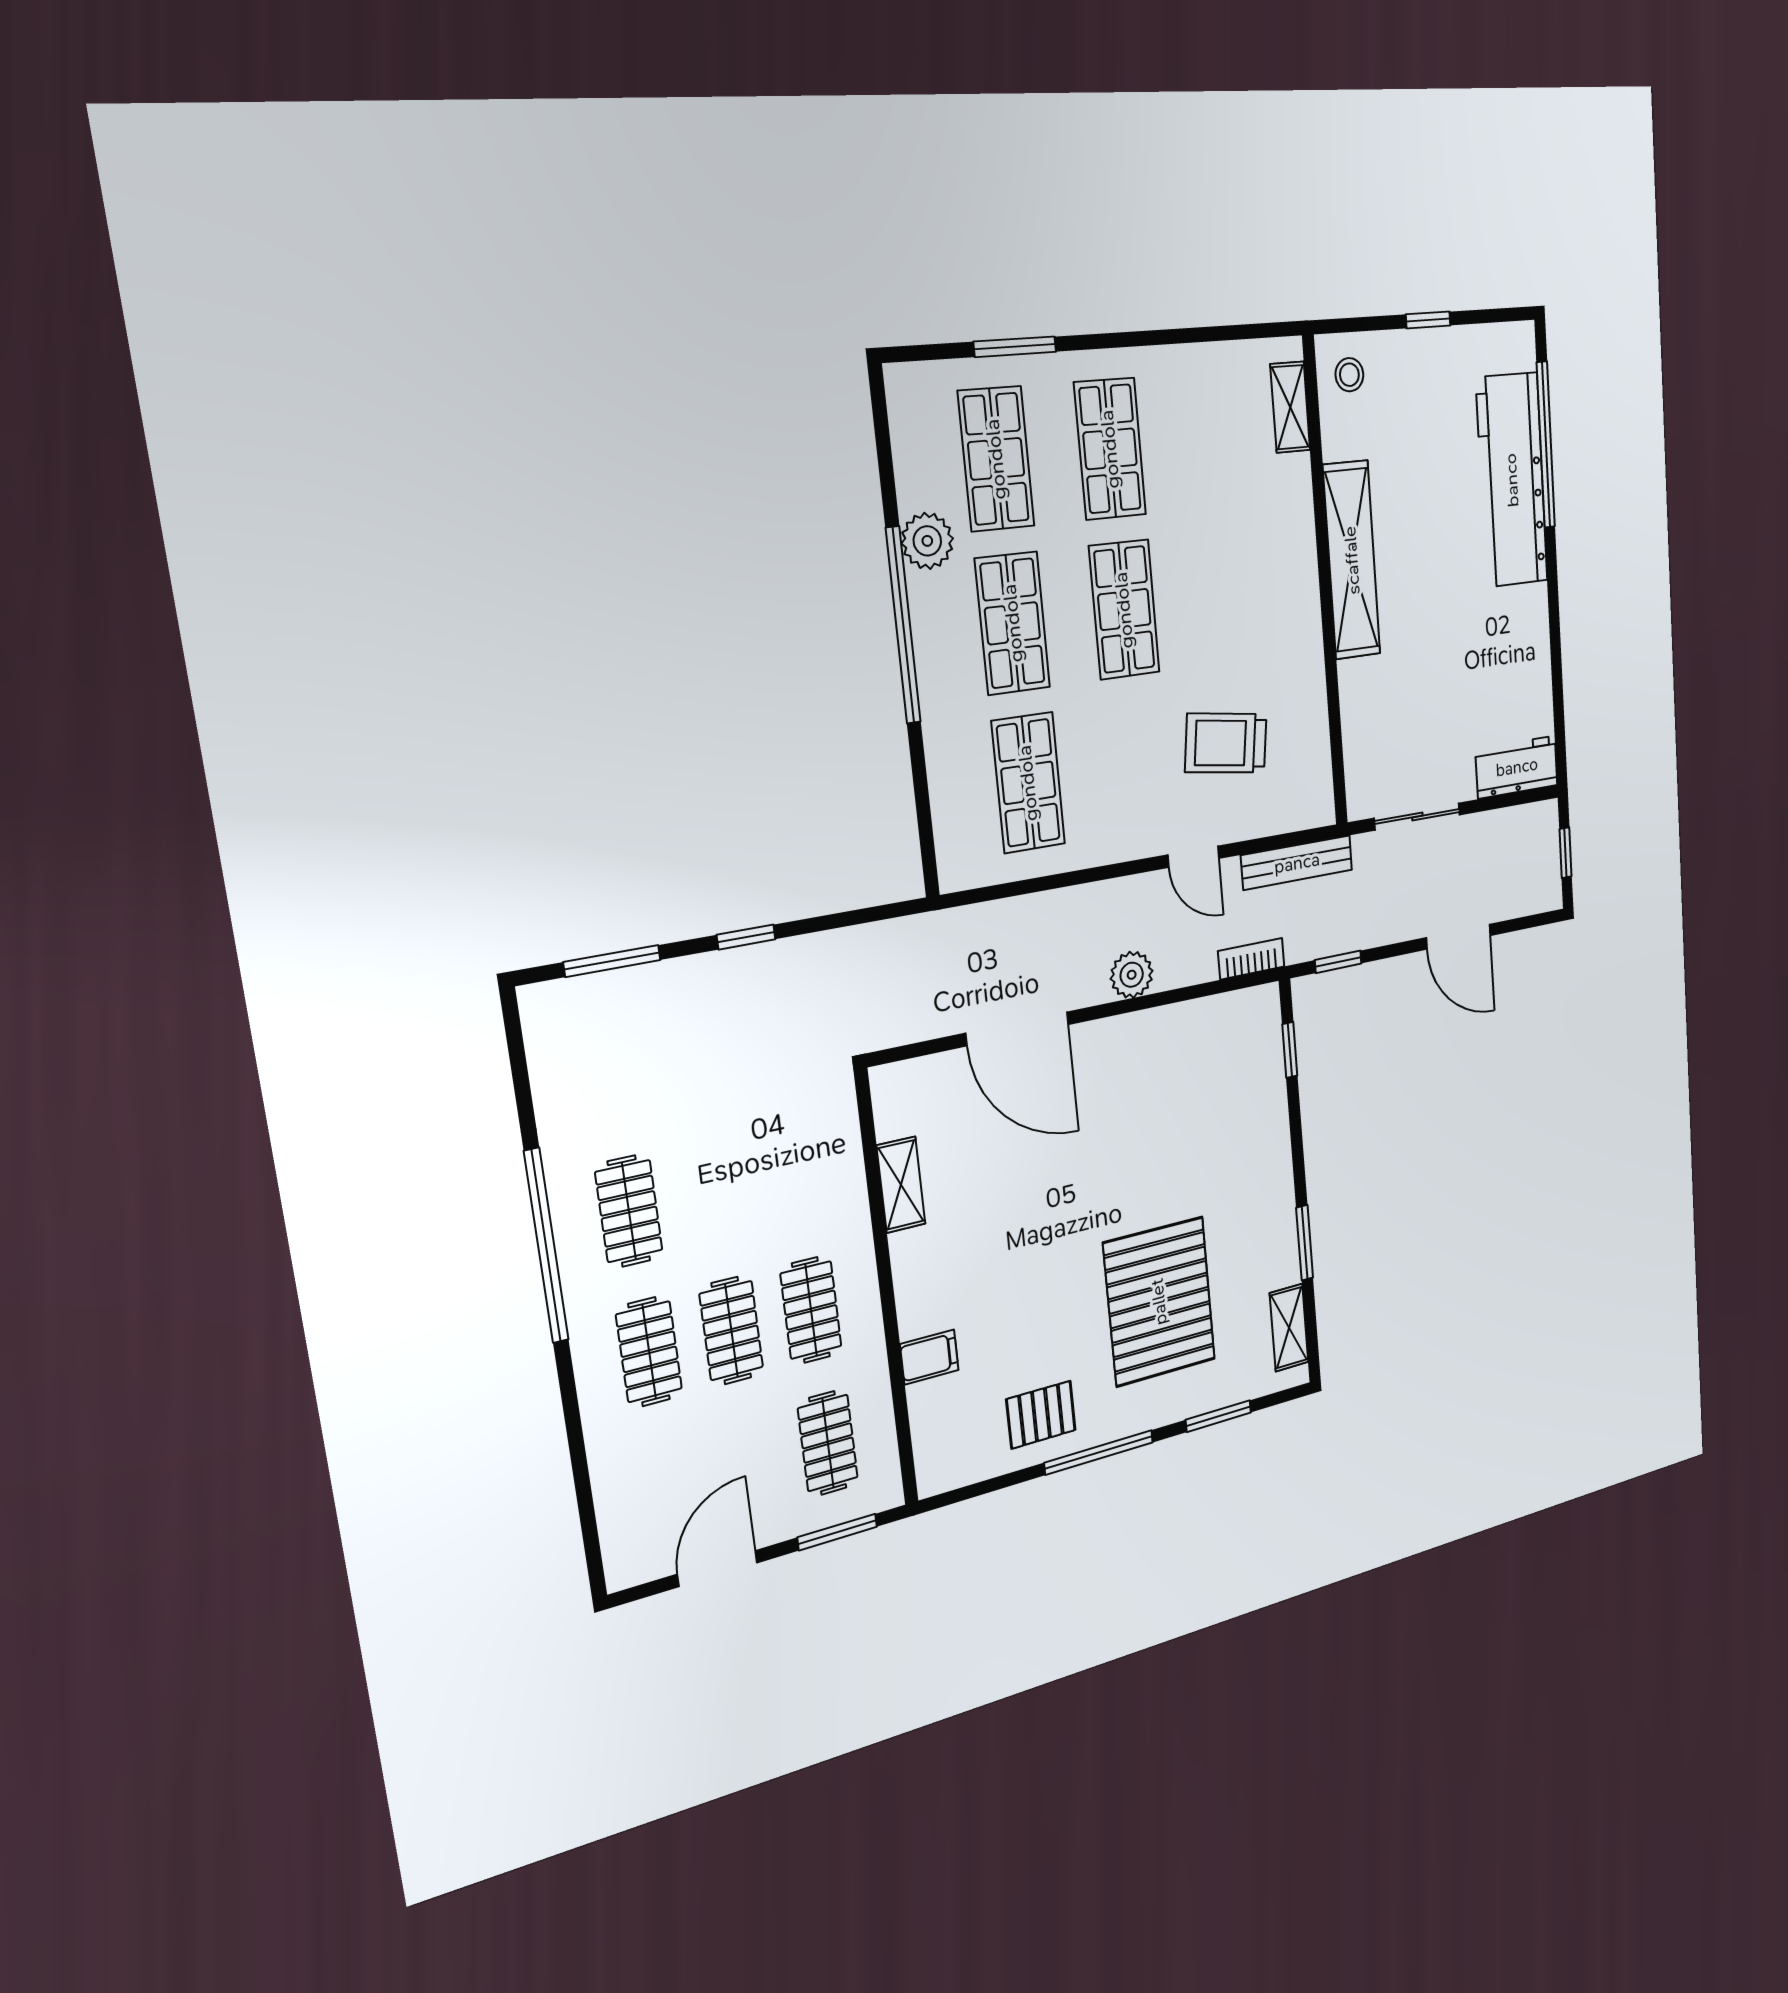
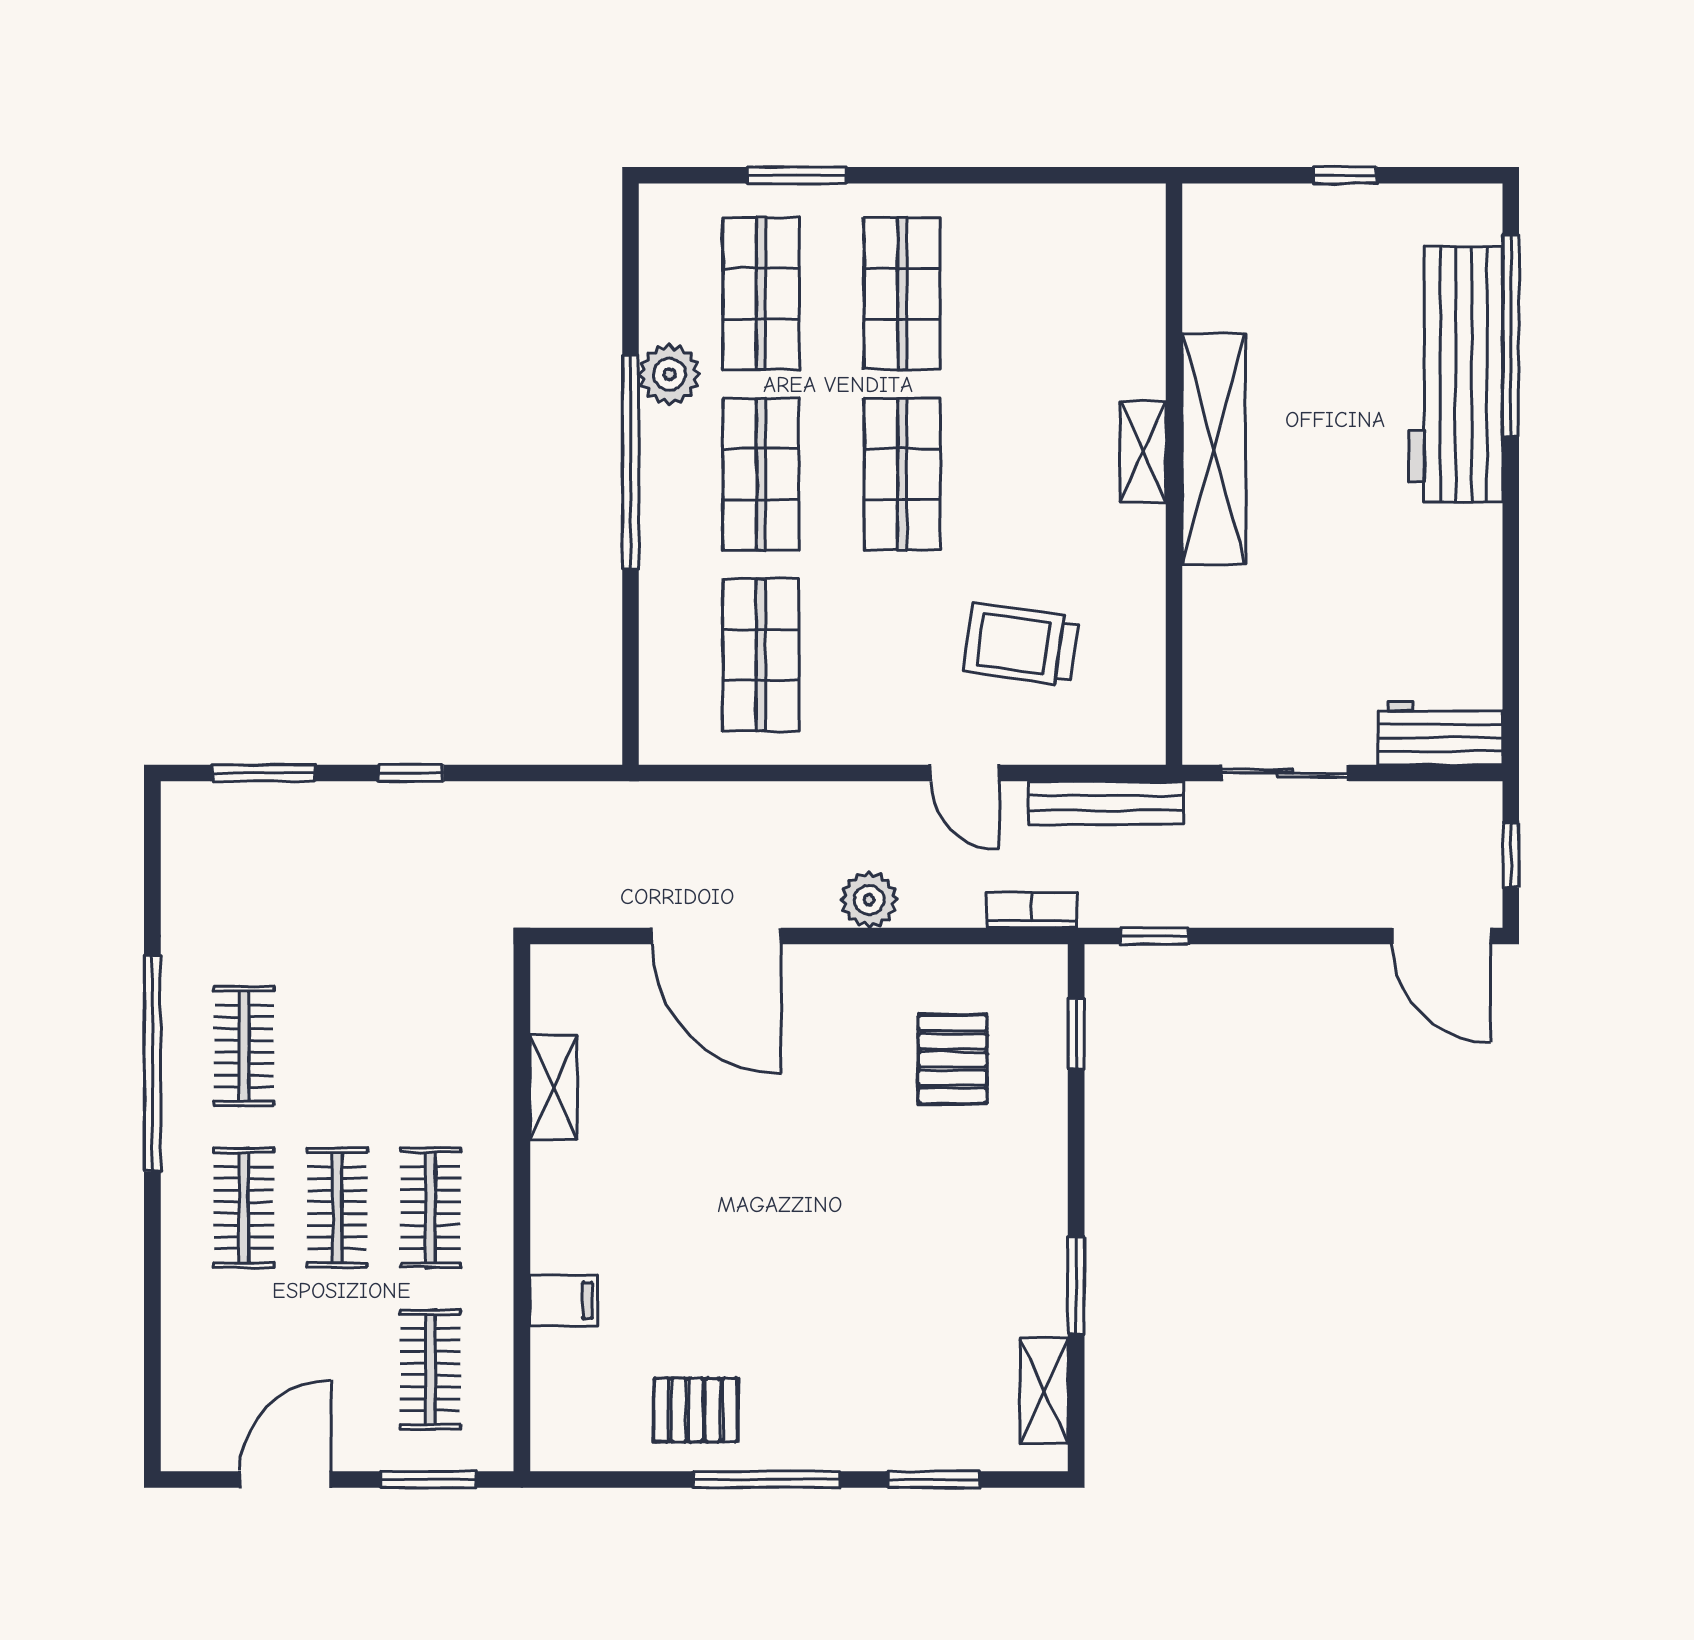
stool: (1349, 375) -> (1228, 232), removed
shelving: (1290, 407) -> (1143, 452), moved
door: (1458, 937) -> (1441, 936), moved
pallet: (1159, 1302) -> (952, 1059), moved, width x0.49, depth x0.50

